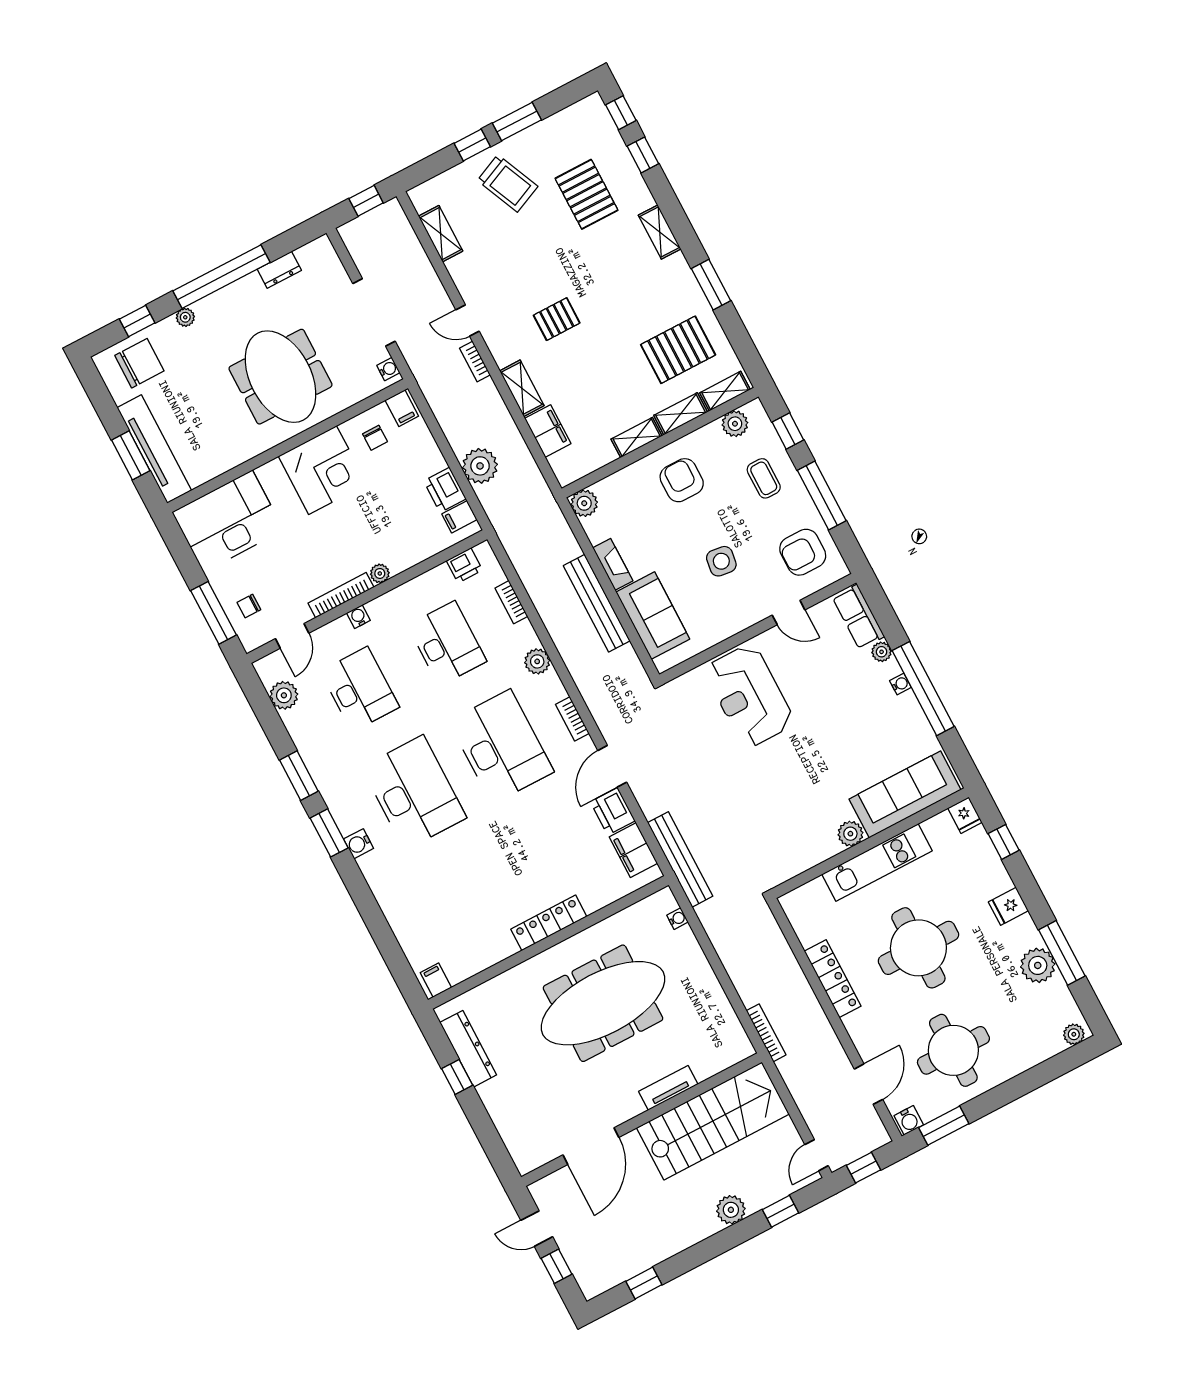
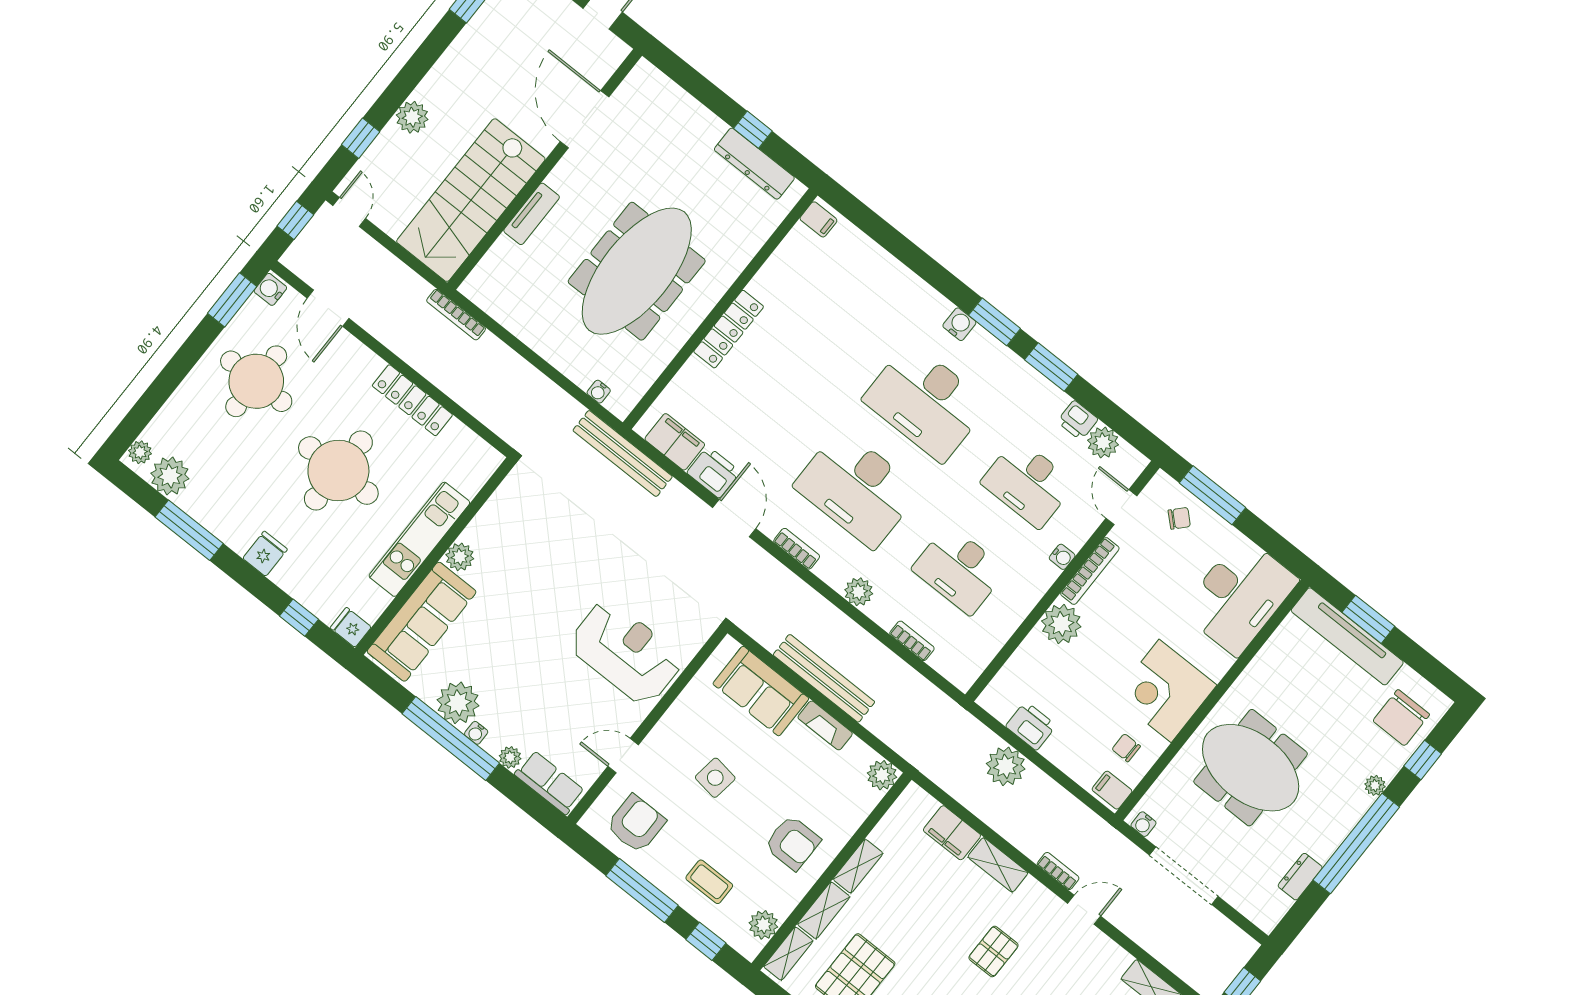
filing cabinet: (459, 517) -> (1004, 705), removed
printer: (464, 565) -> (1078, 420), moved, turned -90
plant: (380, 573) -> (1061, 624), width x1.87, depth x1.87
chair: (249, 606) -> (1179, 518), turned 43
plant: (904, 715) -> (458, 703), added
plant: (1038, 965) -> (170, 476), moved

